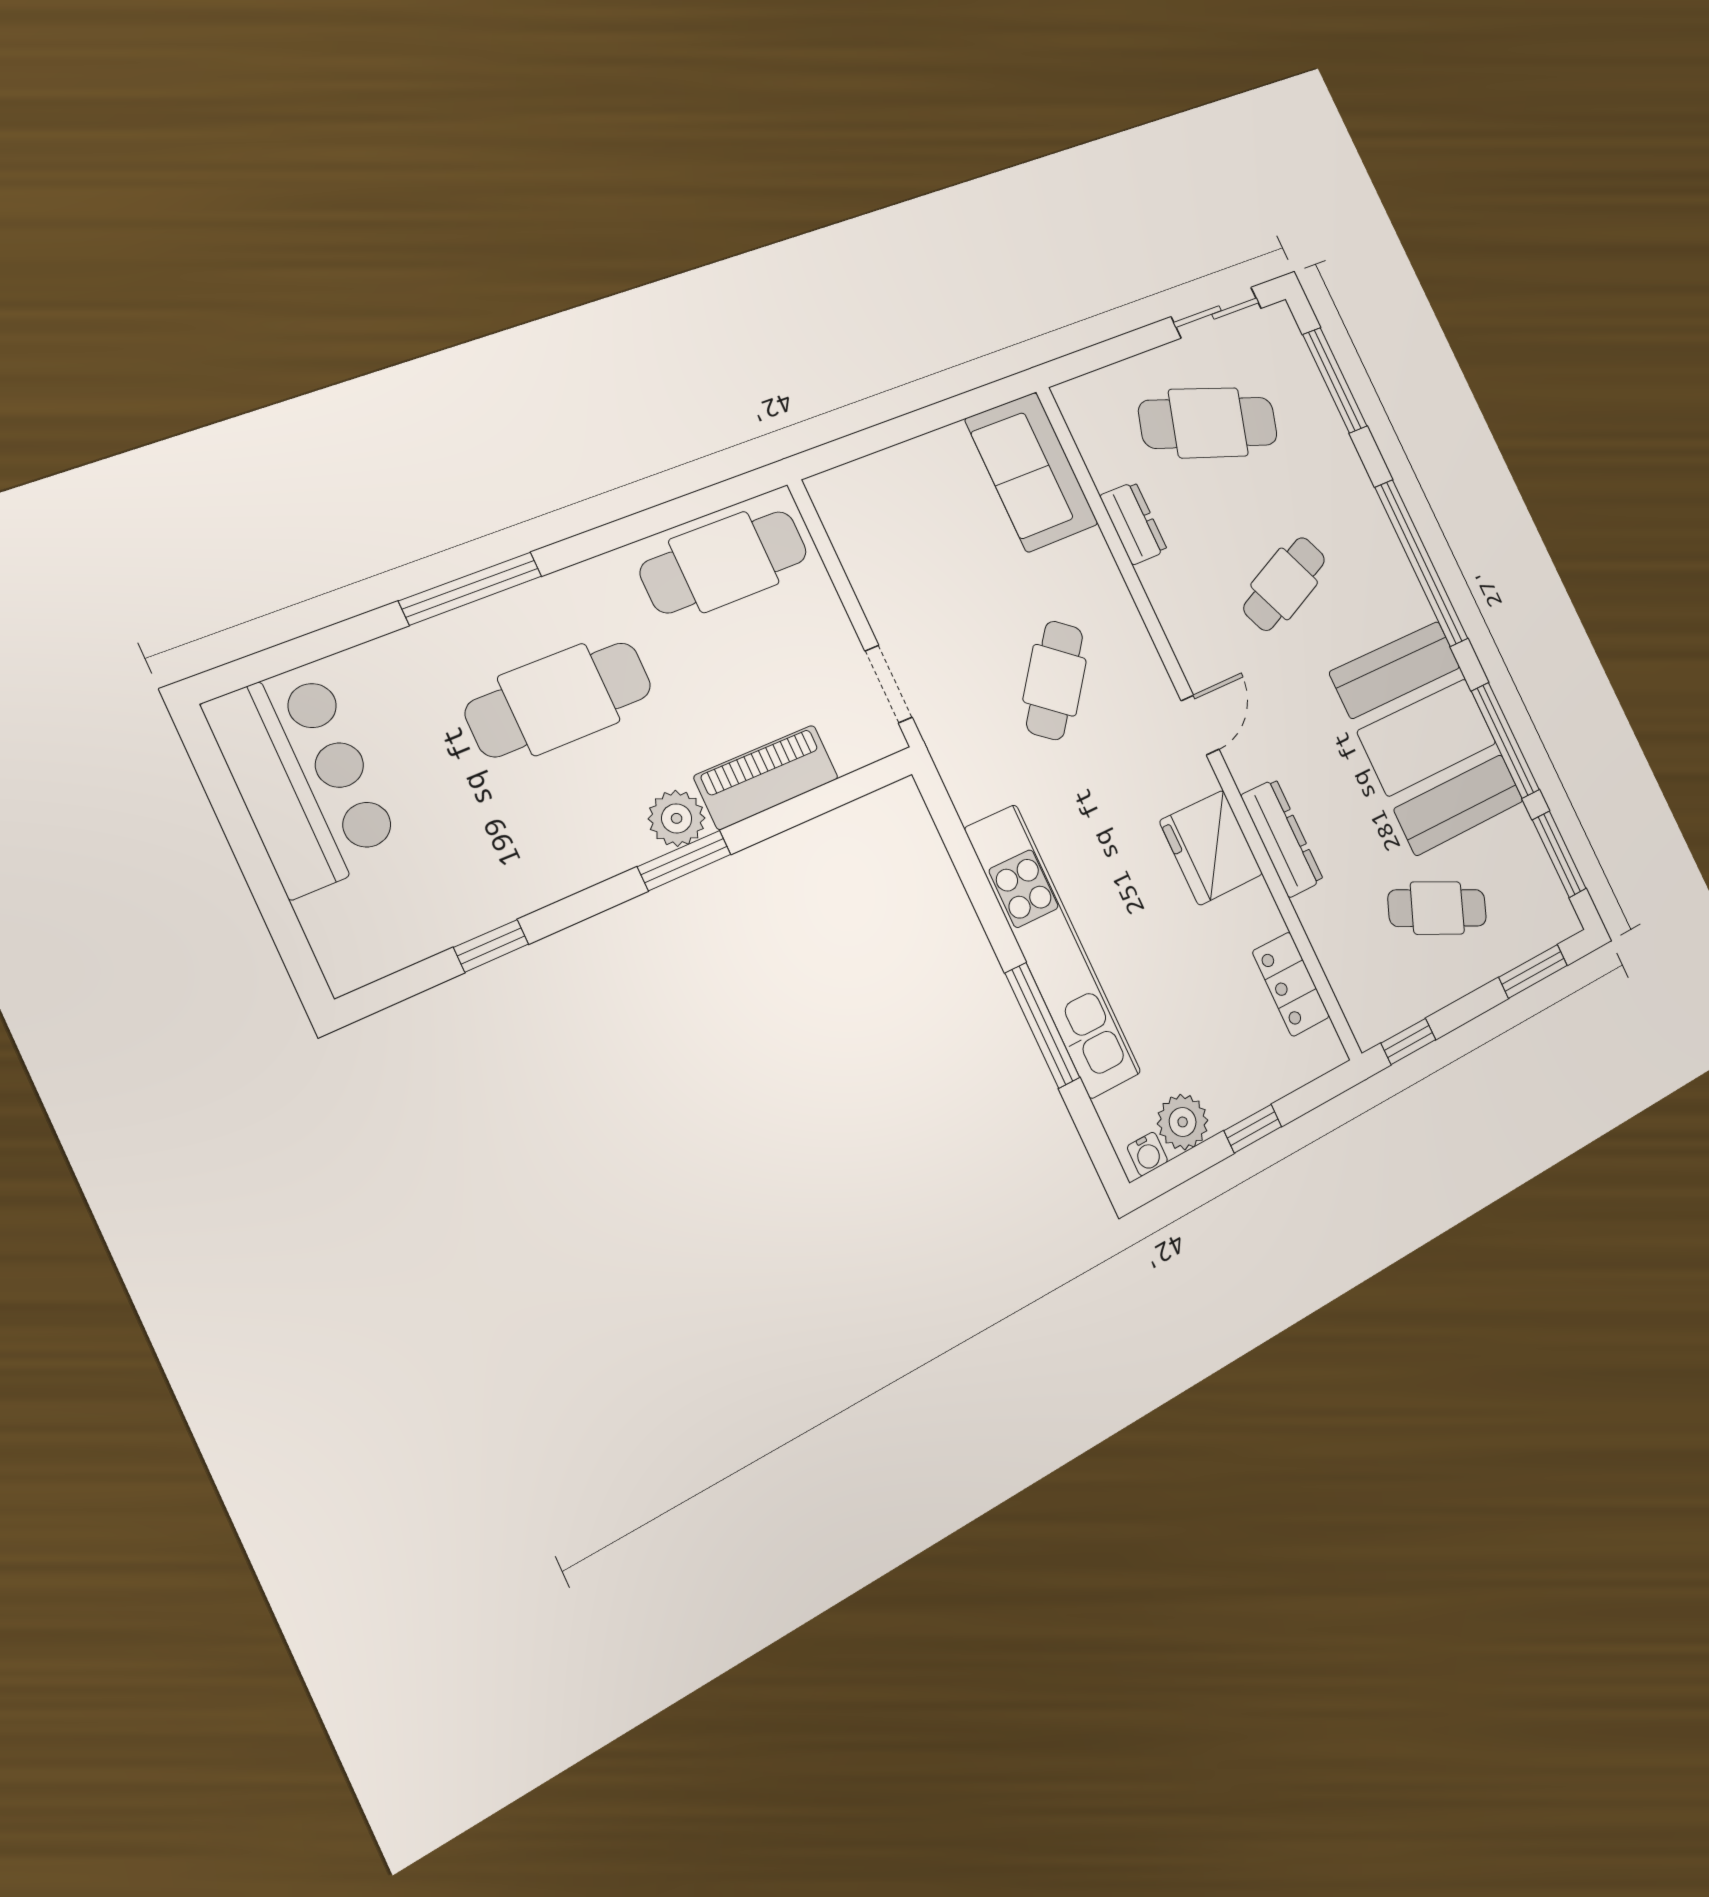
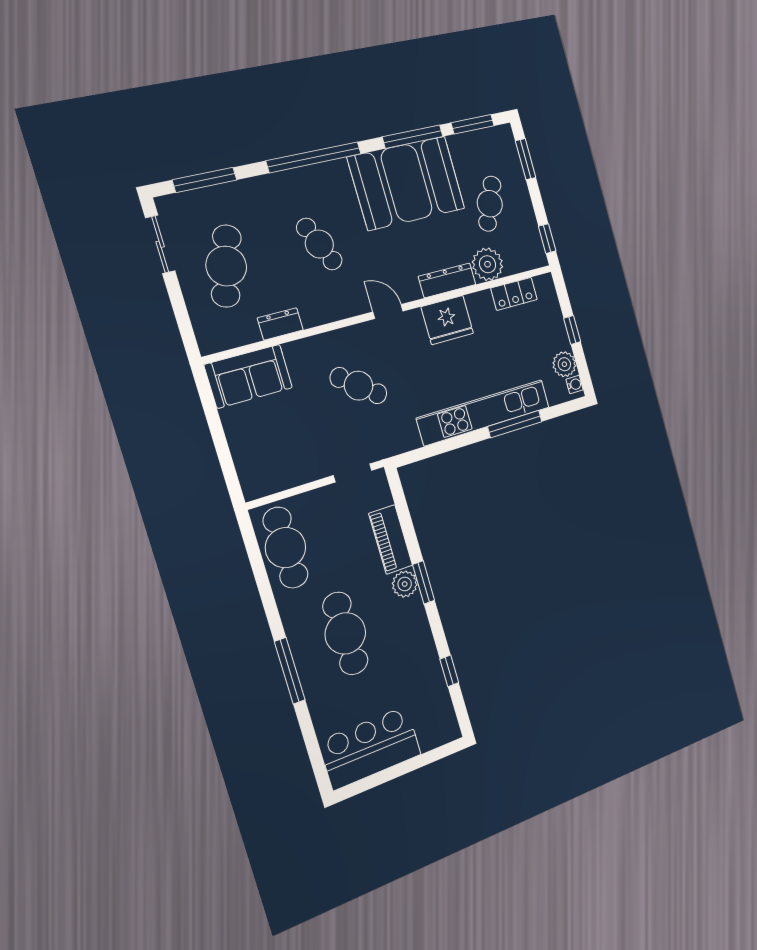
plant: (1331, 919) -> (488, 264), added

